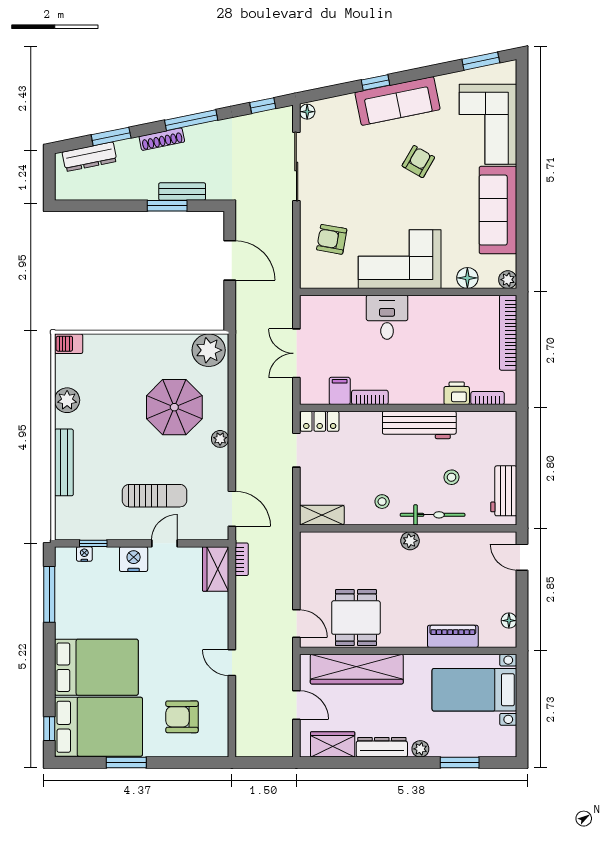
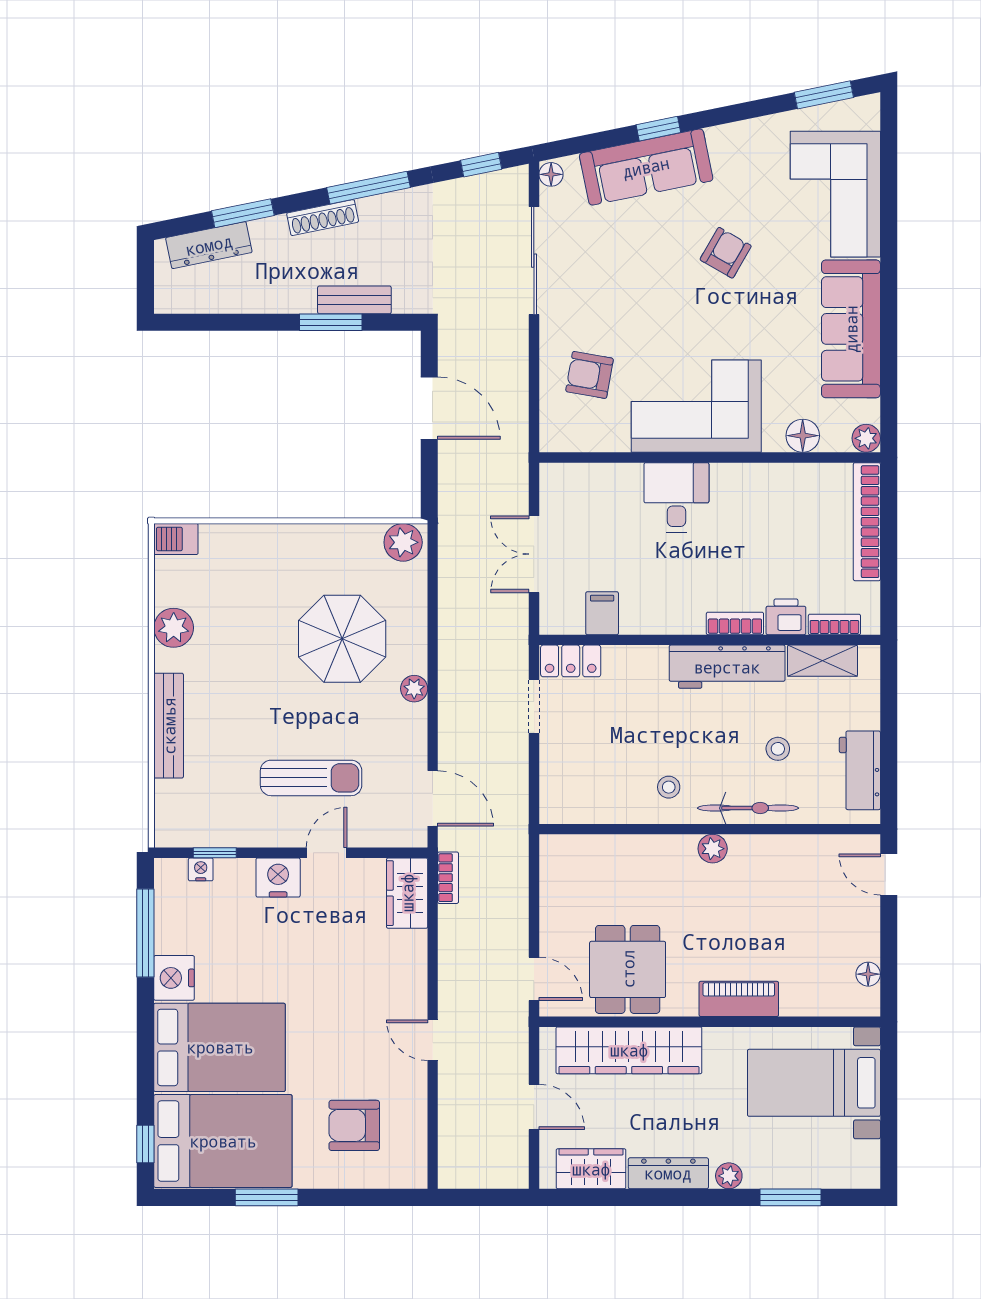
sofa: (397, 101) -> (646, 167), moved
plant: (209, 350) -> (403, 542), width x0.73, depth x0.73
bookcase: (370, 397) -> (735, 623), moved
shelving: (322, 515) -> (823, 661), moved
nightstand: (67, 623) -> (174, 978), added
piano: (453, 636) -> (739, 999), moved

